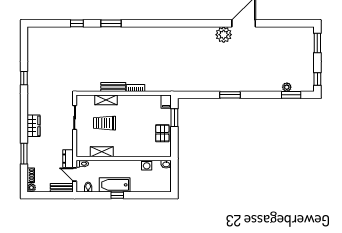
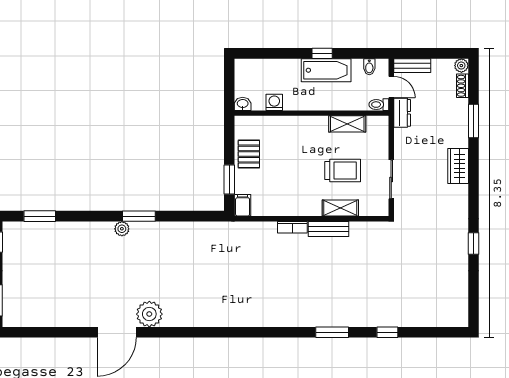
plant: (287, 87) -> (122, 229), moved

